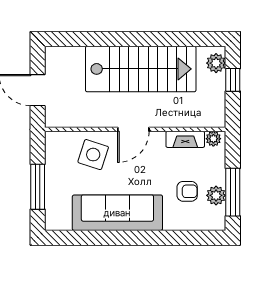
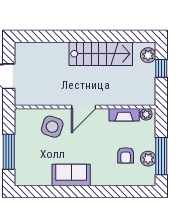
stairs: (141, 69) -> (101, 54), width x0.73, depth x0.66
armchair: (187, 191) -> (126, 155), turned 90
sofa: (117, 213) -> (71, 175), width x0.54, depth x0.79

